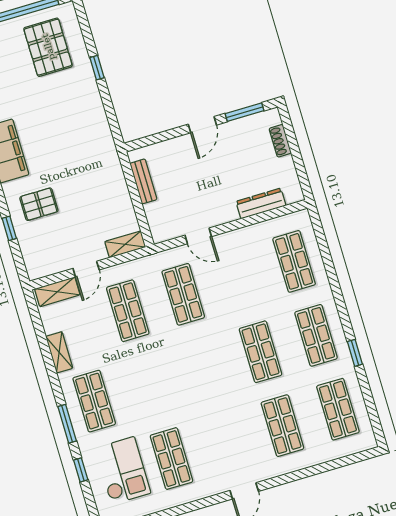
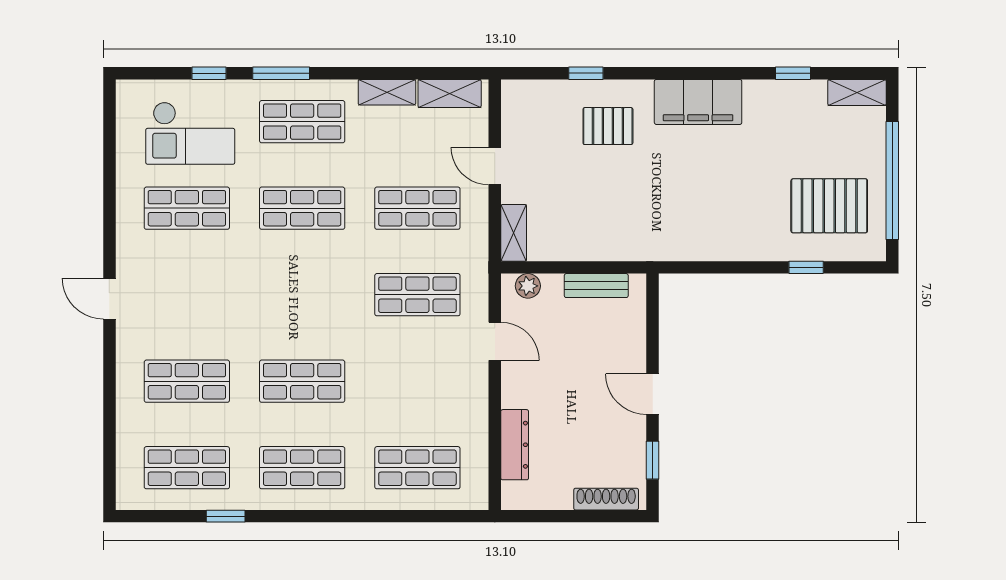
window: (97, 68) -> (806, 267), moved
window: (245, 112) -> (653, 460), width x0.67
shoe rack: (280, 141) -> (606, 499), width x1.43
pallet: (39, 204) -> (608, 126), turned 90
plant: (157, 225) -> (528, 286), added
door: (198, 236) -> (495, 341), swing flipped
shelving: (57, 292) -> (450, 93), moved, turned 90
window: (355, 353) -> (226, 516), moved
shop shelf: (150, 385) -> (302, 208), added

